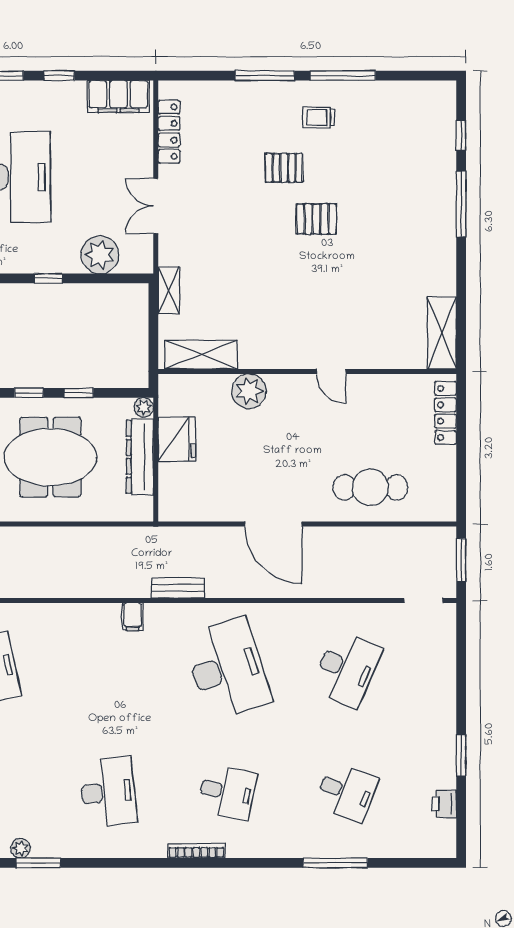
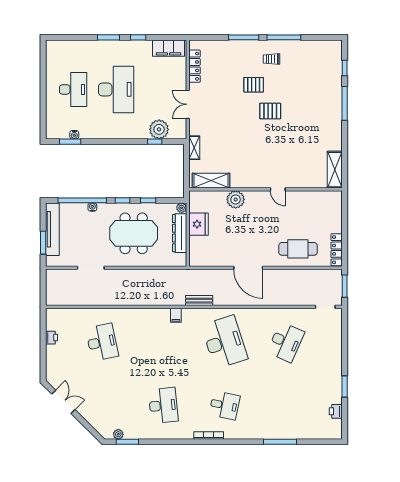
window: (48, 278) -> (155, 142), moved
locker: (446, 413) -> (337, 250), moved
desk: (347, 792) -> (286, 405), removed

